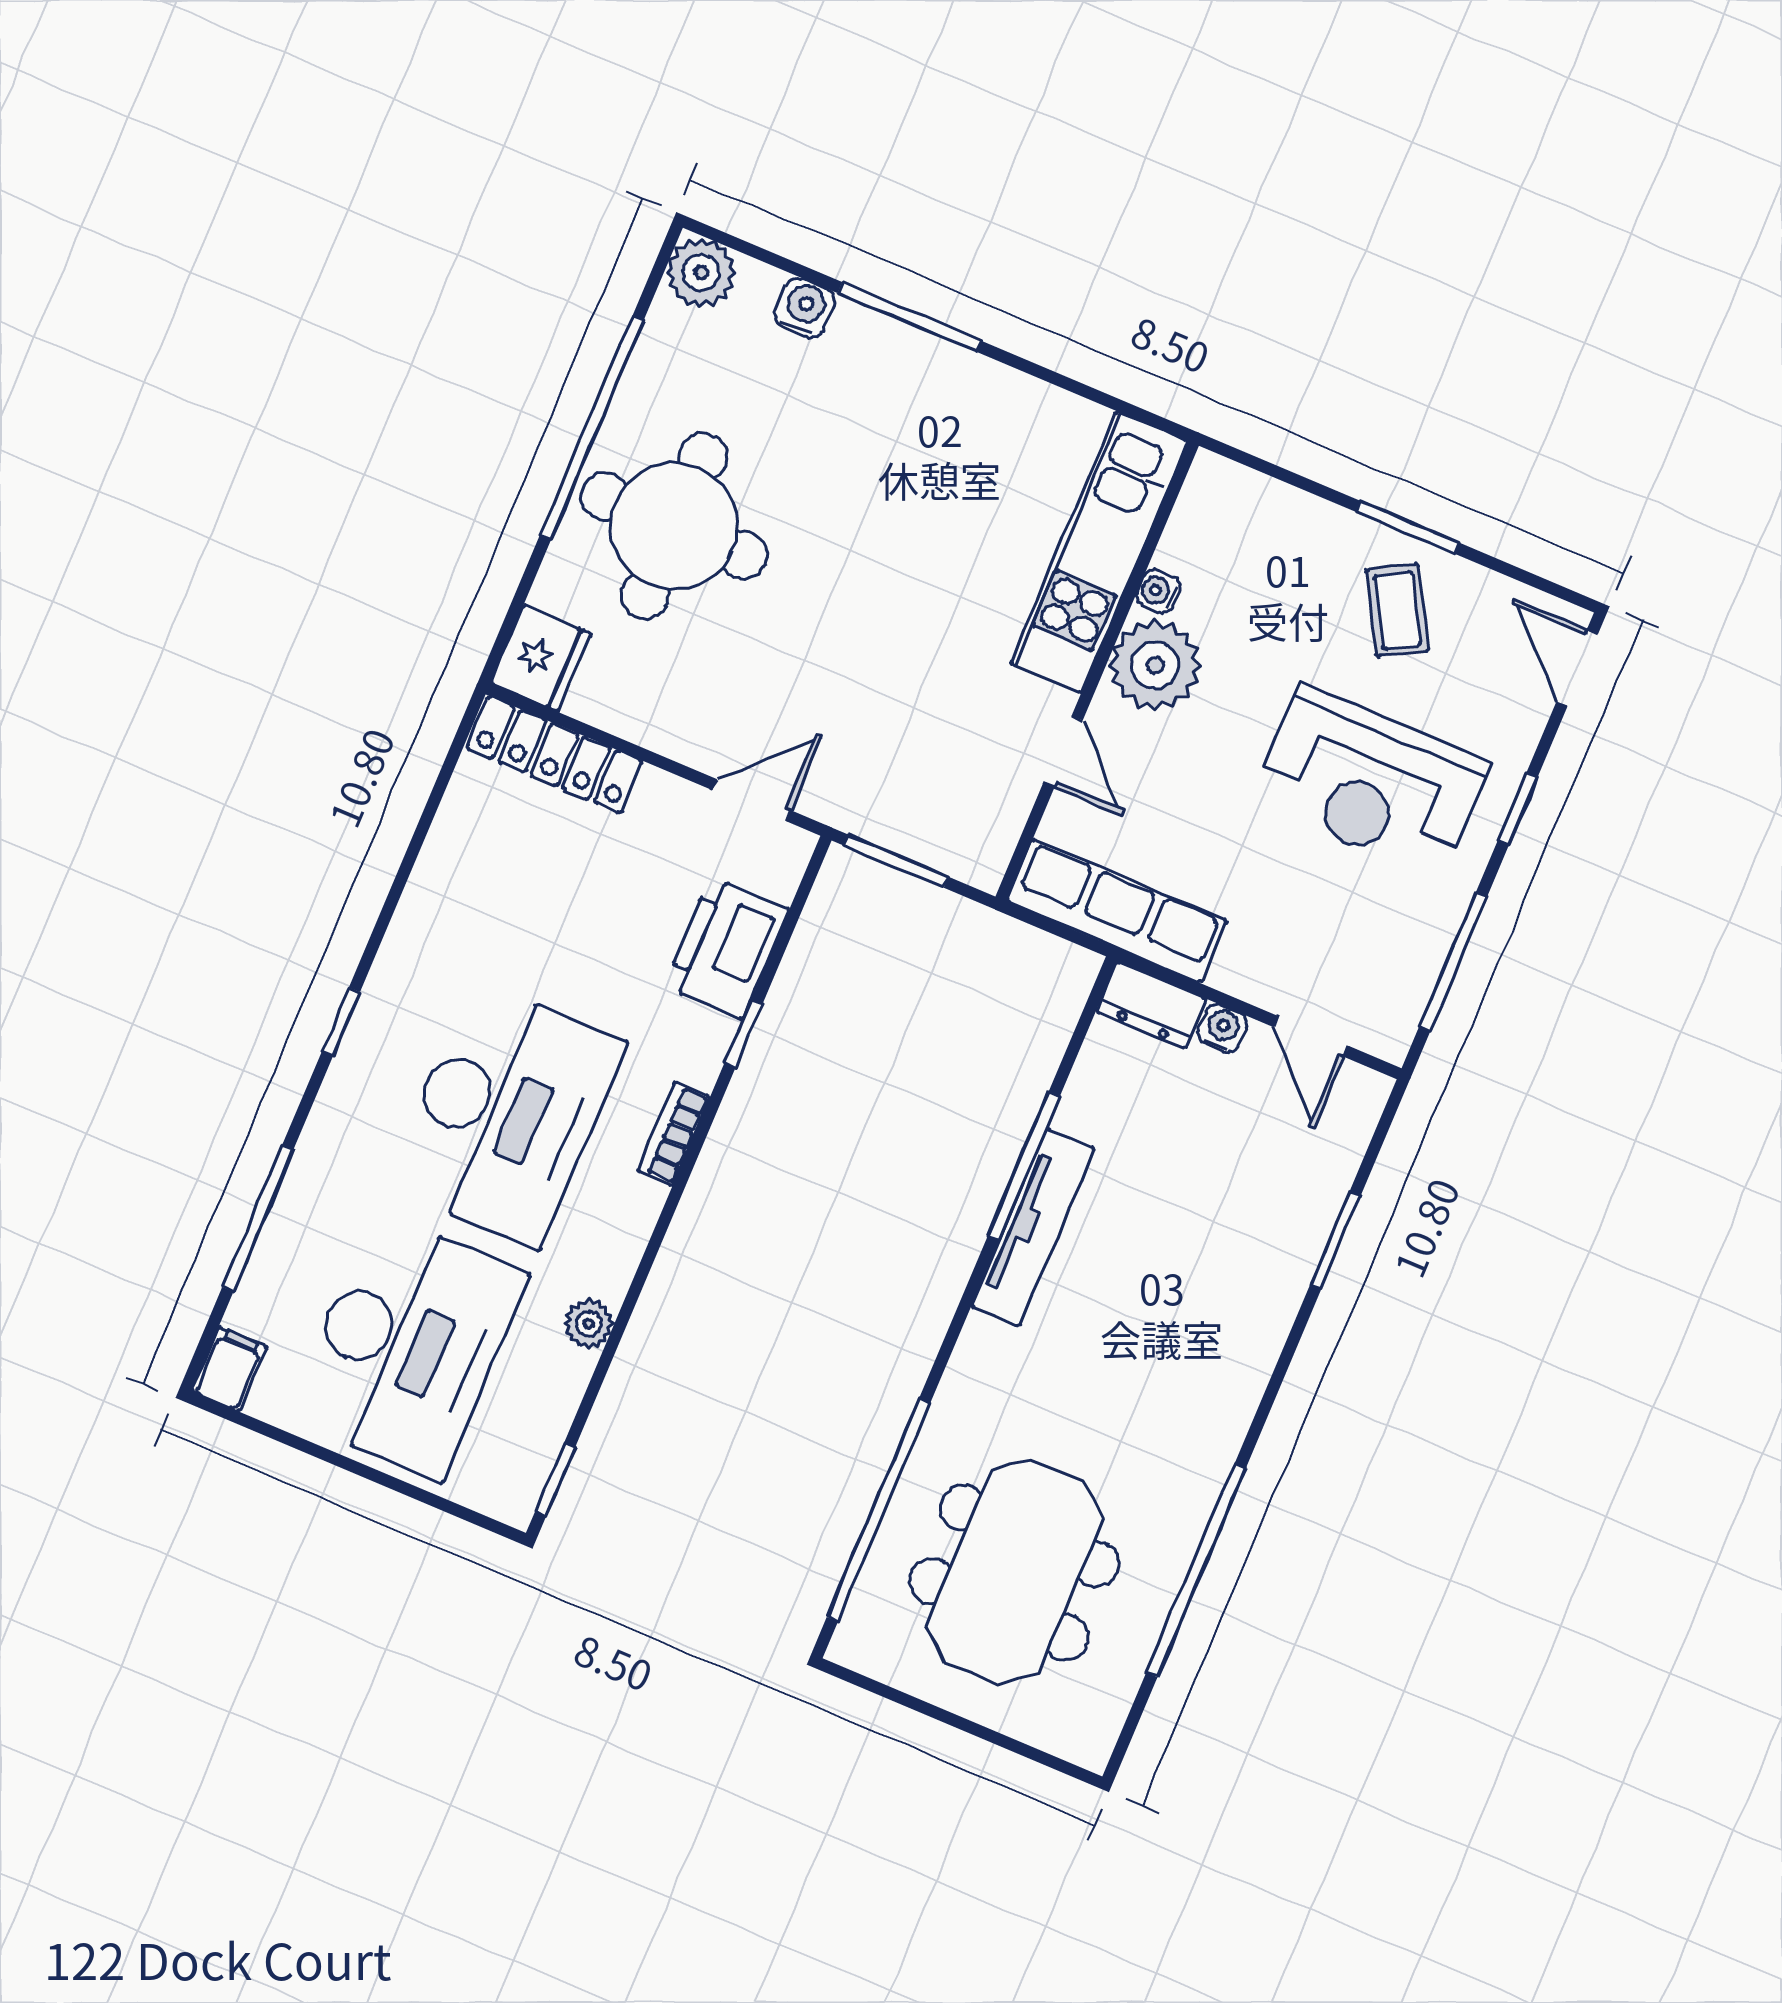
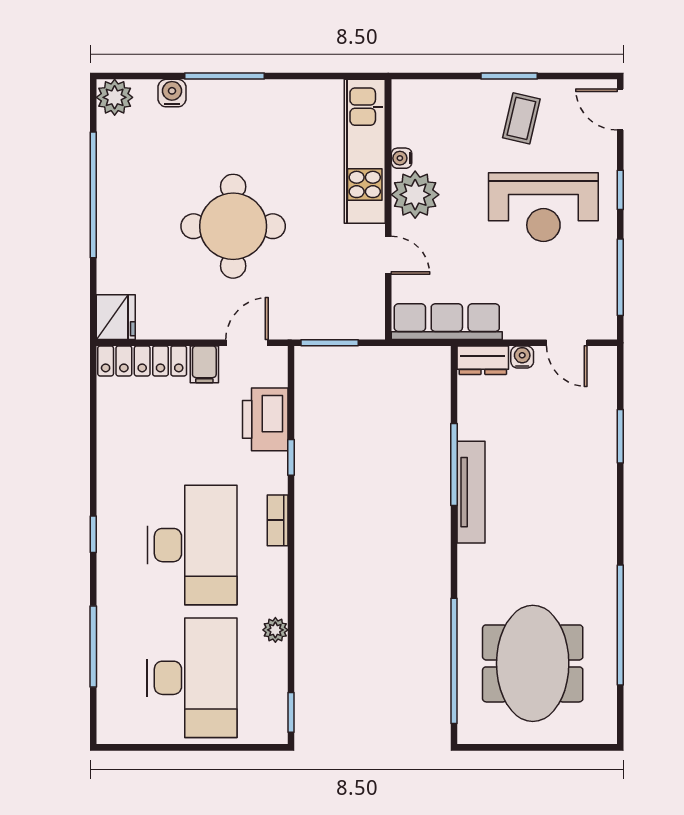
round table: (674, 526) -> (233, 226), moved
coffee table: (1397, 610) -> (521, 118), turned 43
filing cabinet: (229, 1369) -> (204, 364), moved, turned 180

